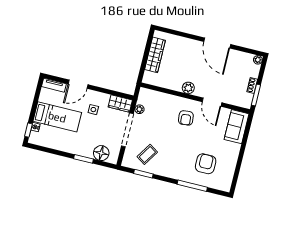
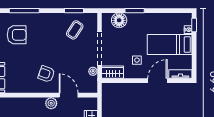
door: (212, 102) -> (69, 95), moved
armchair: (186, 118) -> (46, 74), turned -65
armchair: (206, 164) -> (17, 35), turned -90

